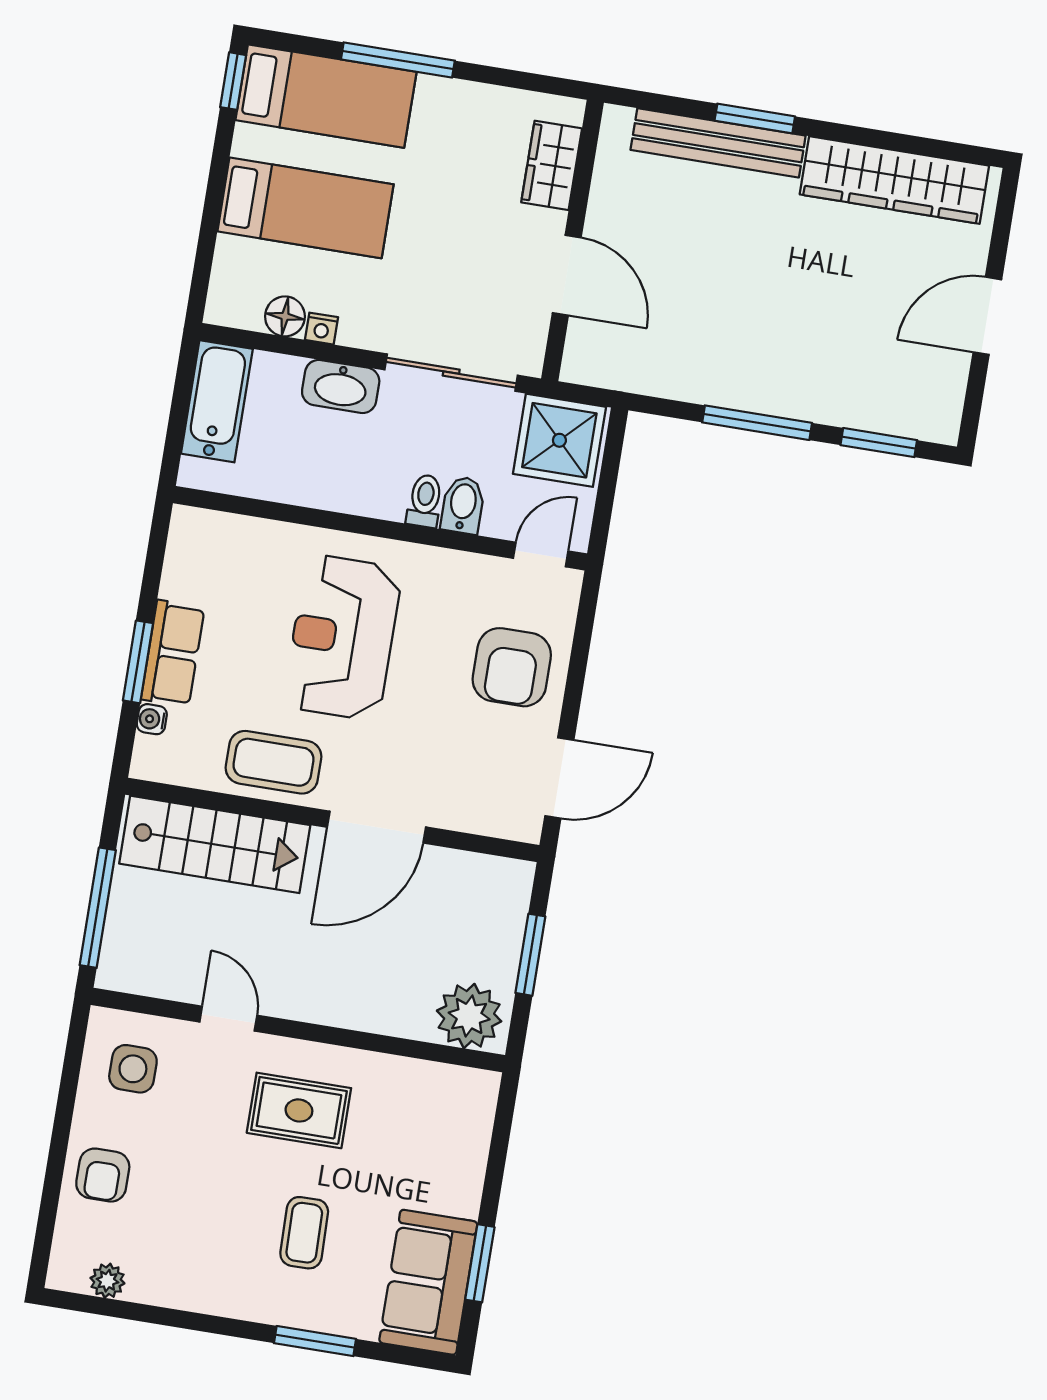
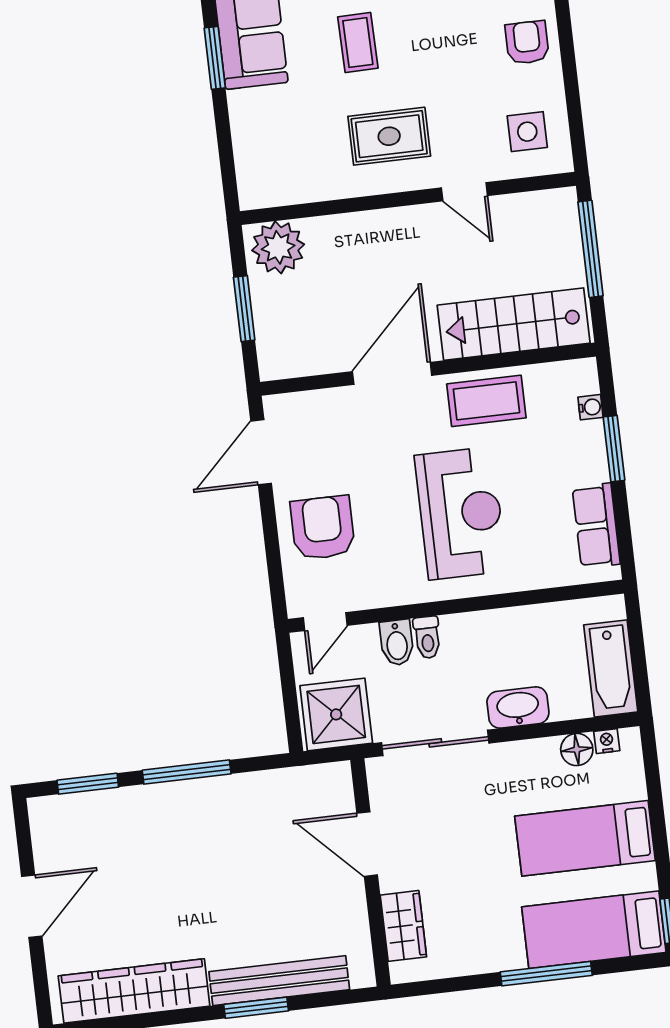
nightstand: (322, 329) -> (607, 741), moved
row of seats: (173, 653) -> (596, 526), moved

